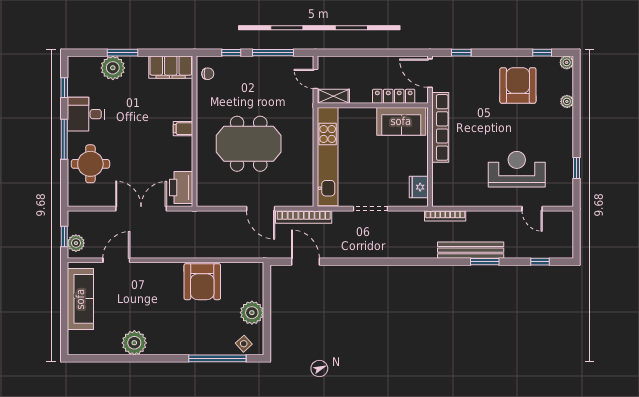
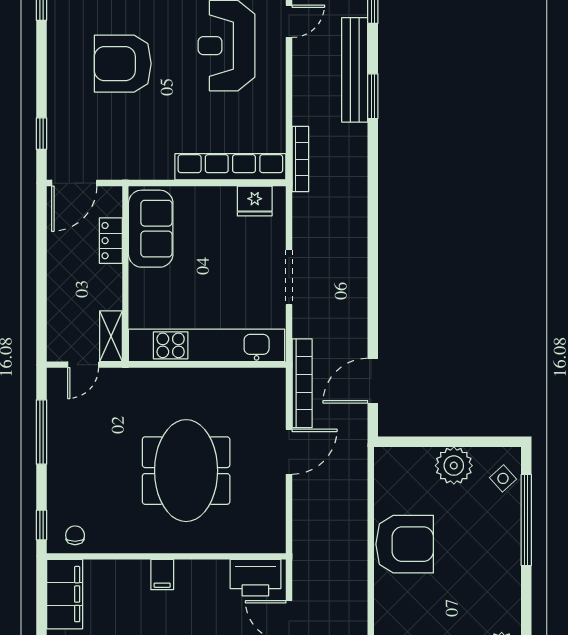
window: (231, 53) -> (41, 525), moved
armchair: (518, 86) -> (123, 64), moved
locker: (394, 96) -> (111, 241), width x0.66
row of seats: (440, 127) -> (230, 167), moved
bench: (471, 250) -> (355, 70), moved

